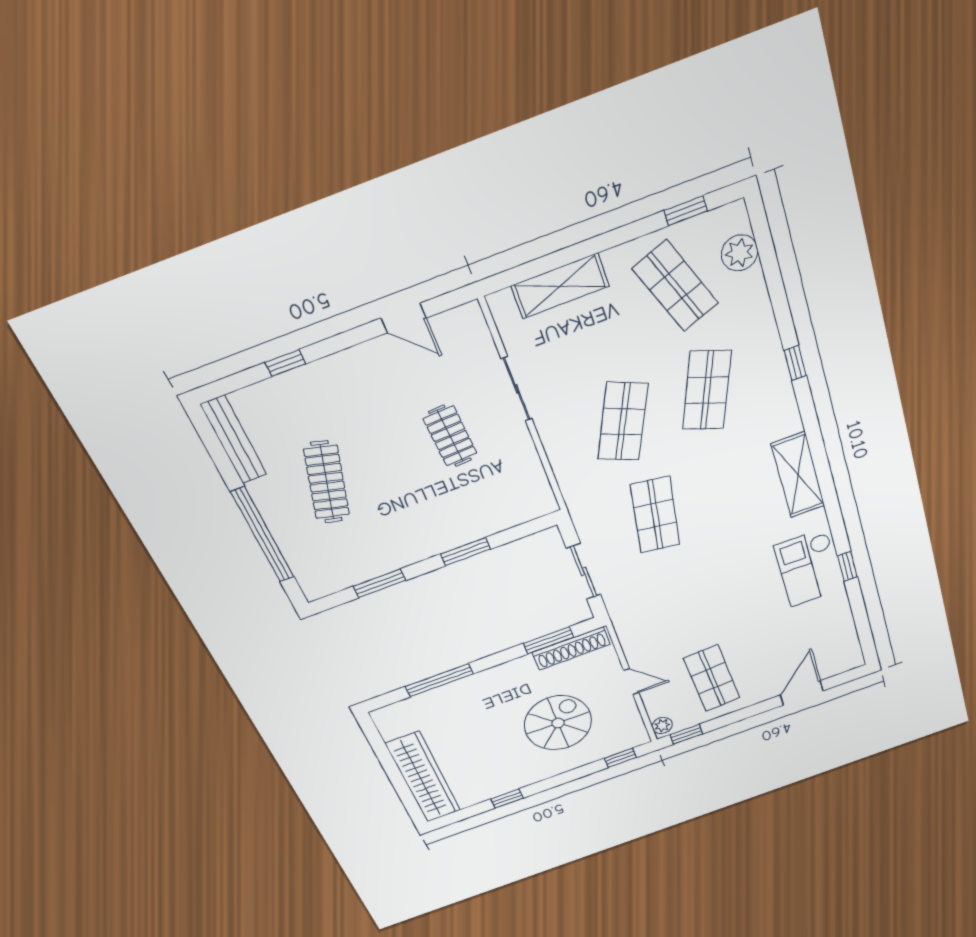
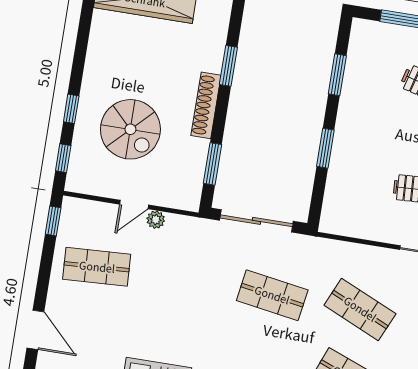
sliding door: (584, 572) -> (256, 221), width x1.37
shoe rack: (571, 648) -> (206, 105), moved
window: (439, 680) -> (228, 66), width x0.69
plant: (662, 725) -> (156, 220), moved
window: (507, 798) -> (71, 109), moved

